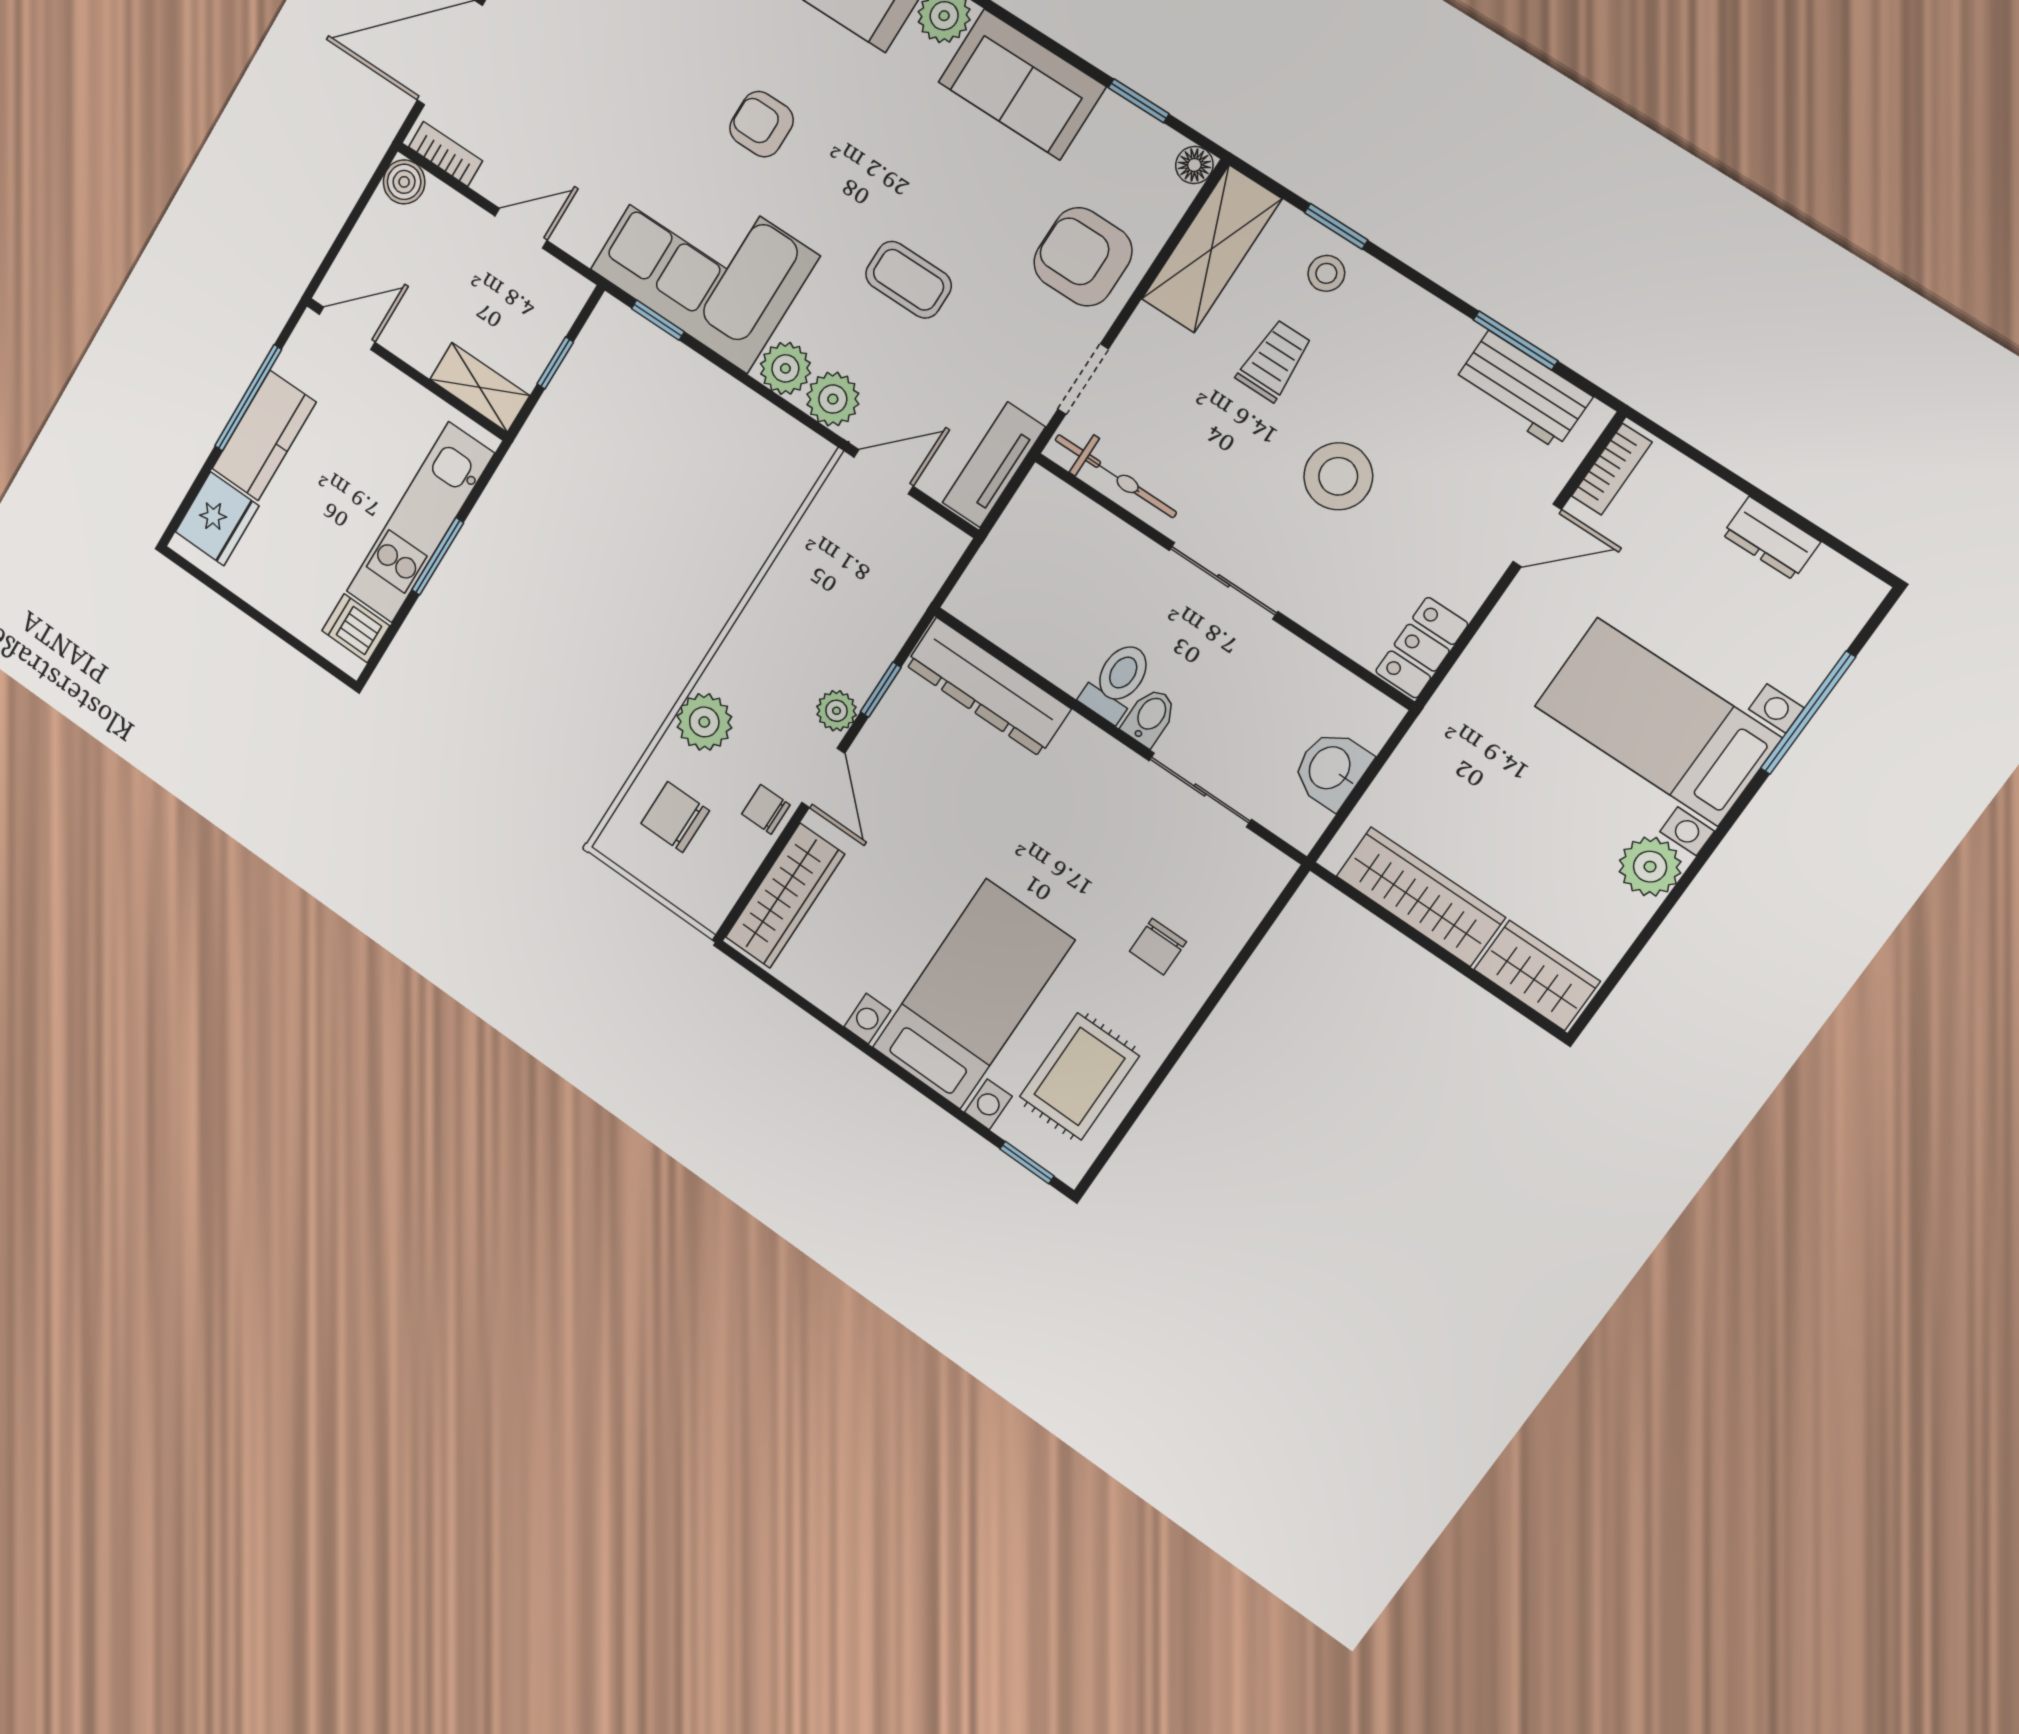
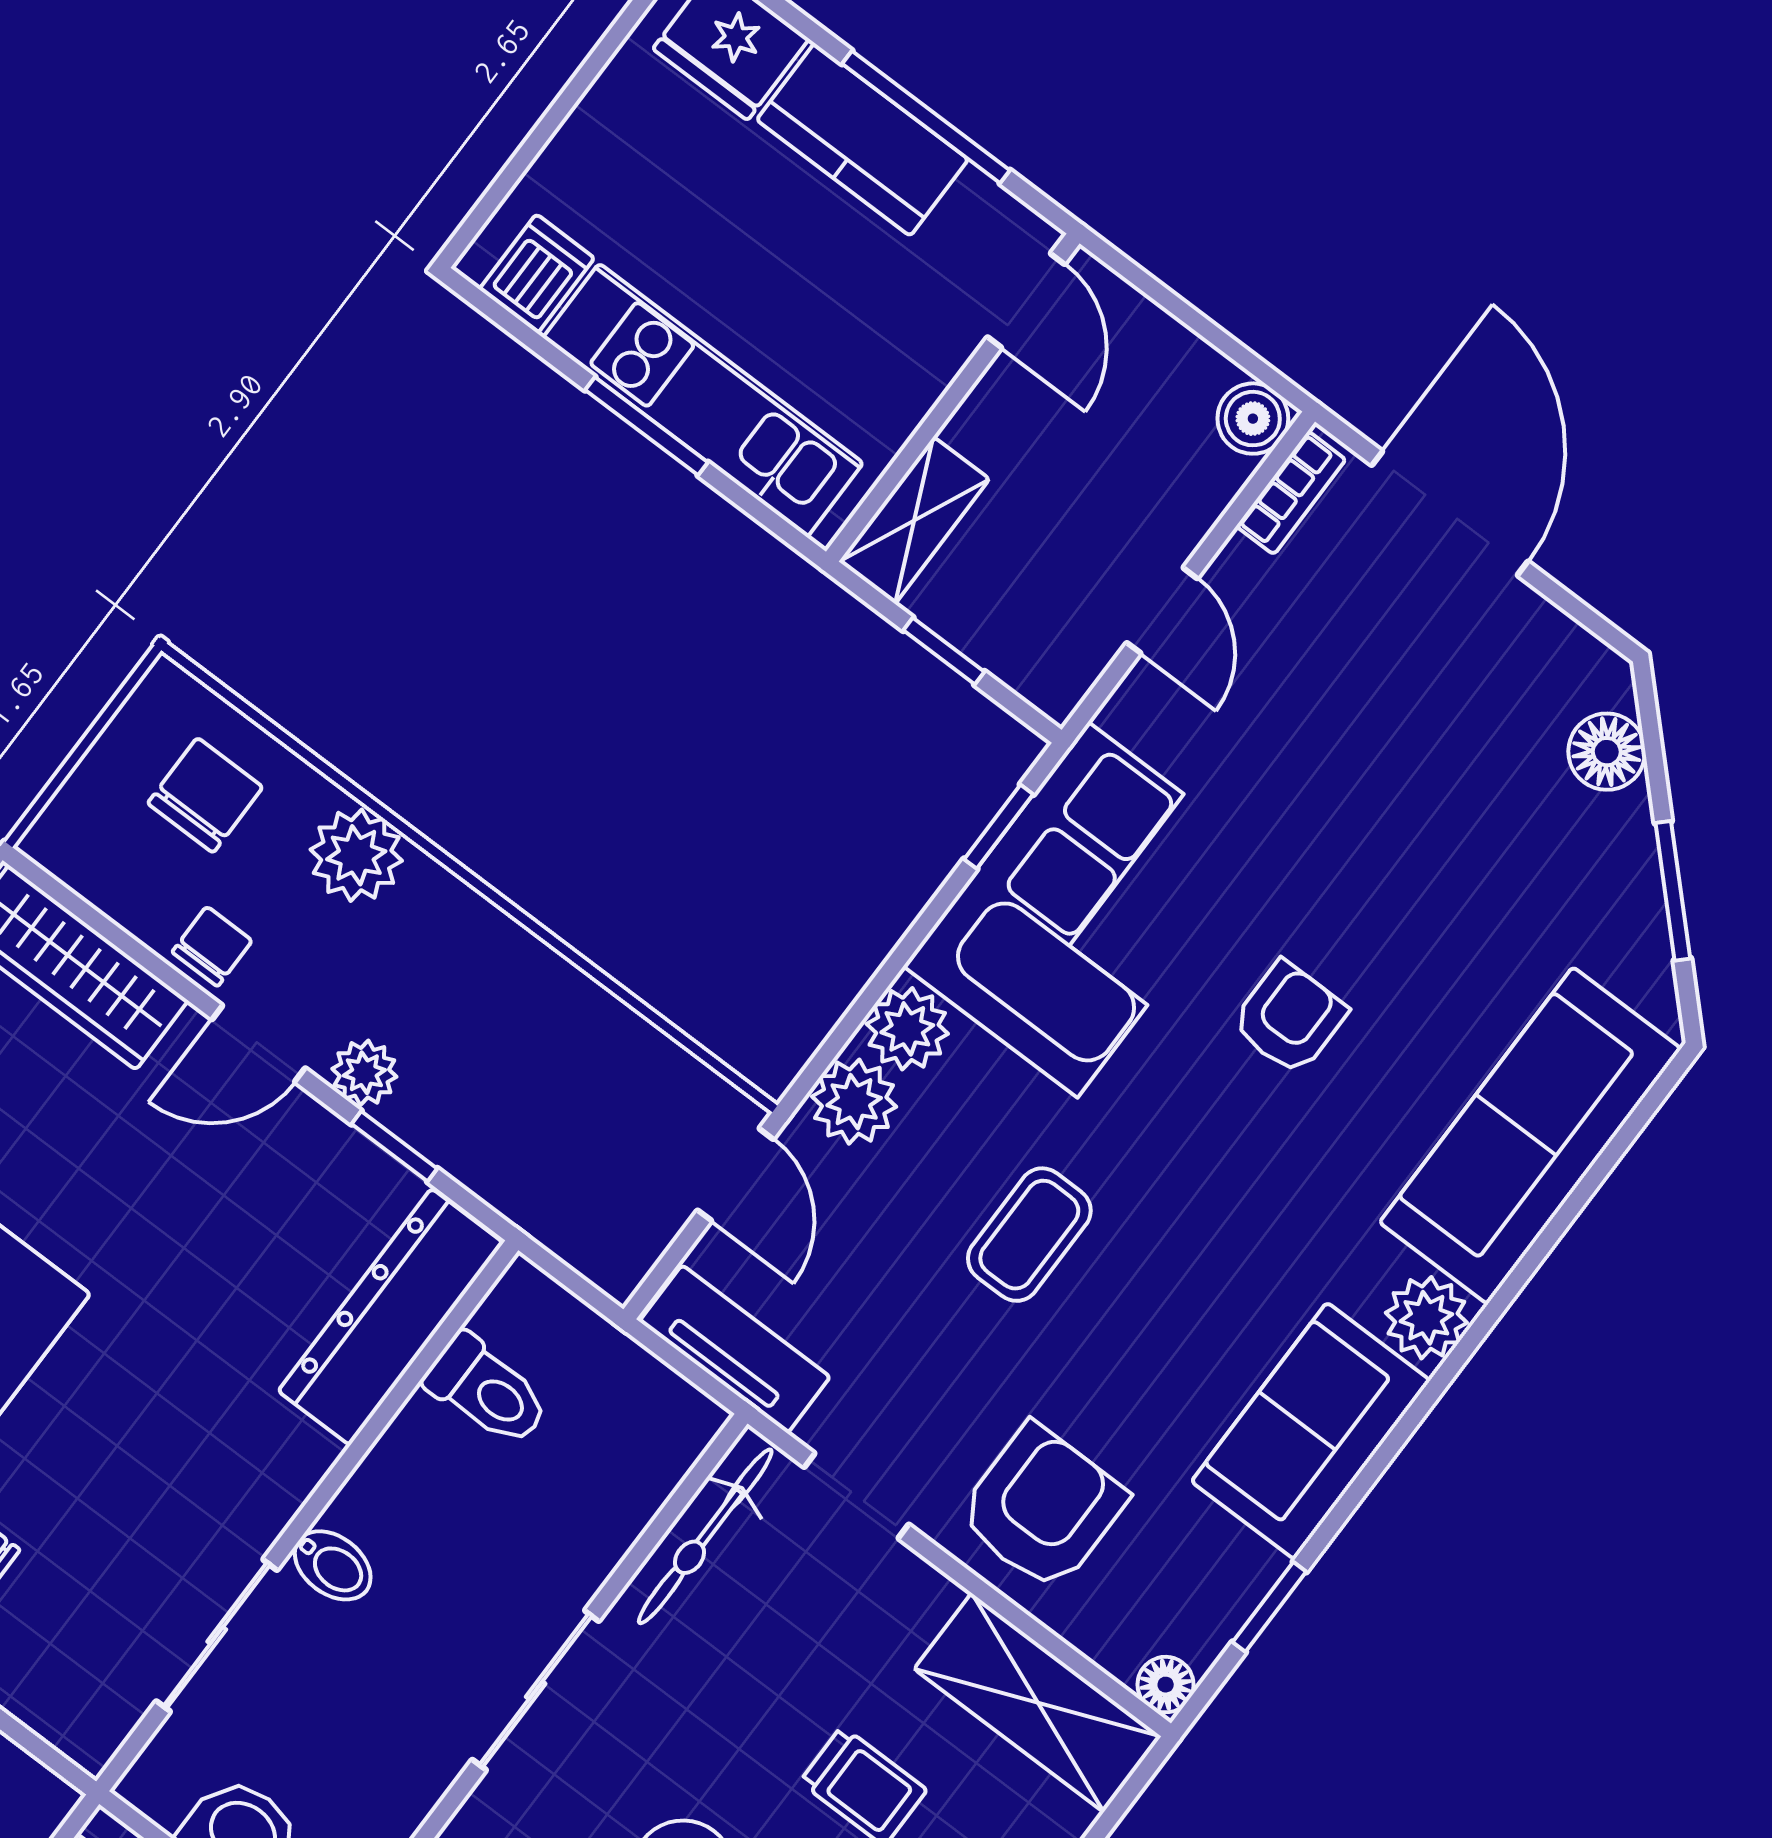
toilet: (1117, 681) -> (487, 1390), moved

